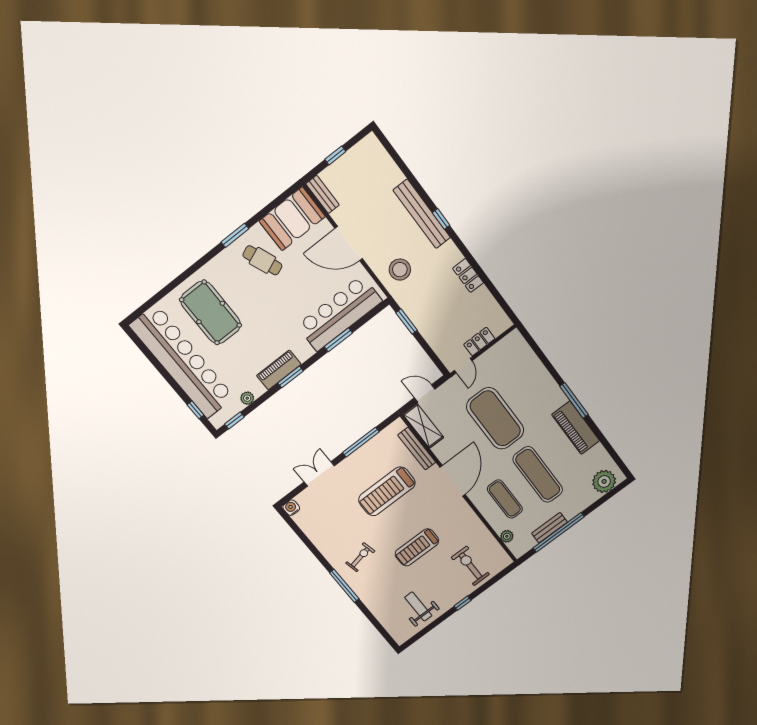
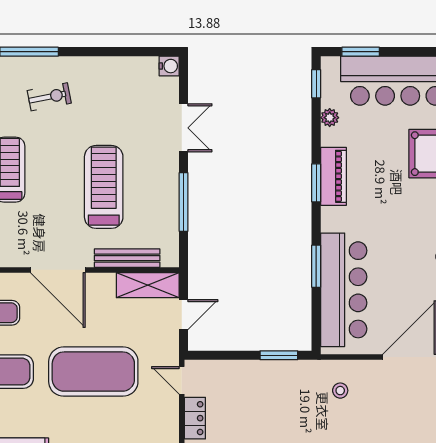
stool: (400, 270) -> (340, 391), width x0.53, depth x0.53
window: (195, 410) -> (361, 52), width x1.50
exercise bike: (360, 557) -> (49, 97), turned -89

